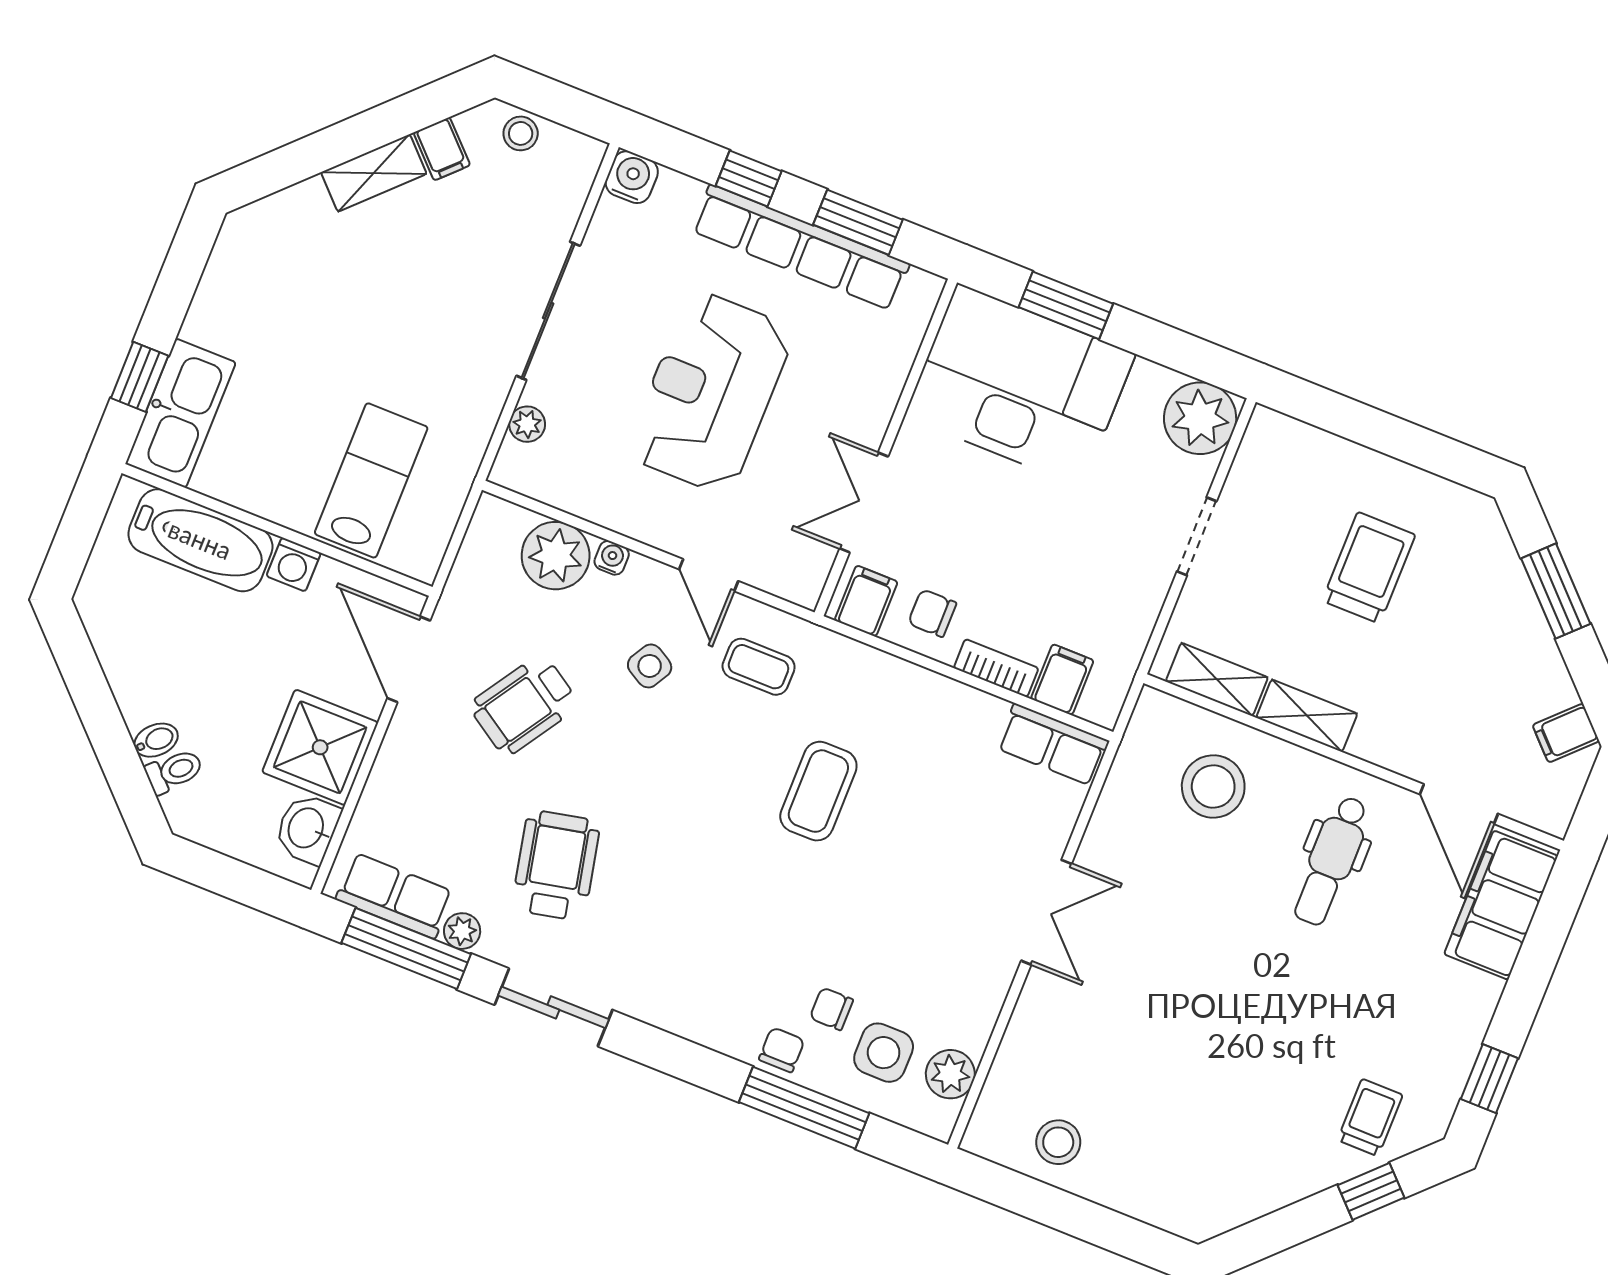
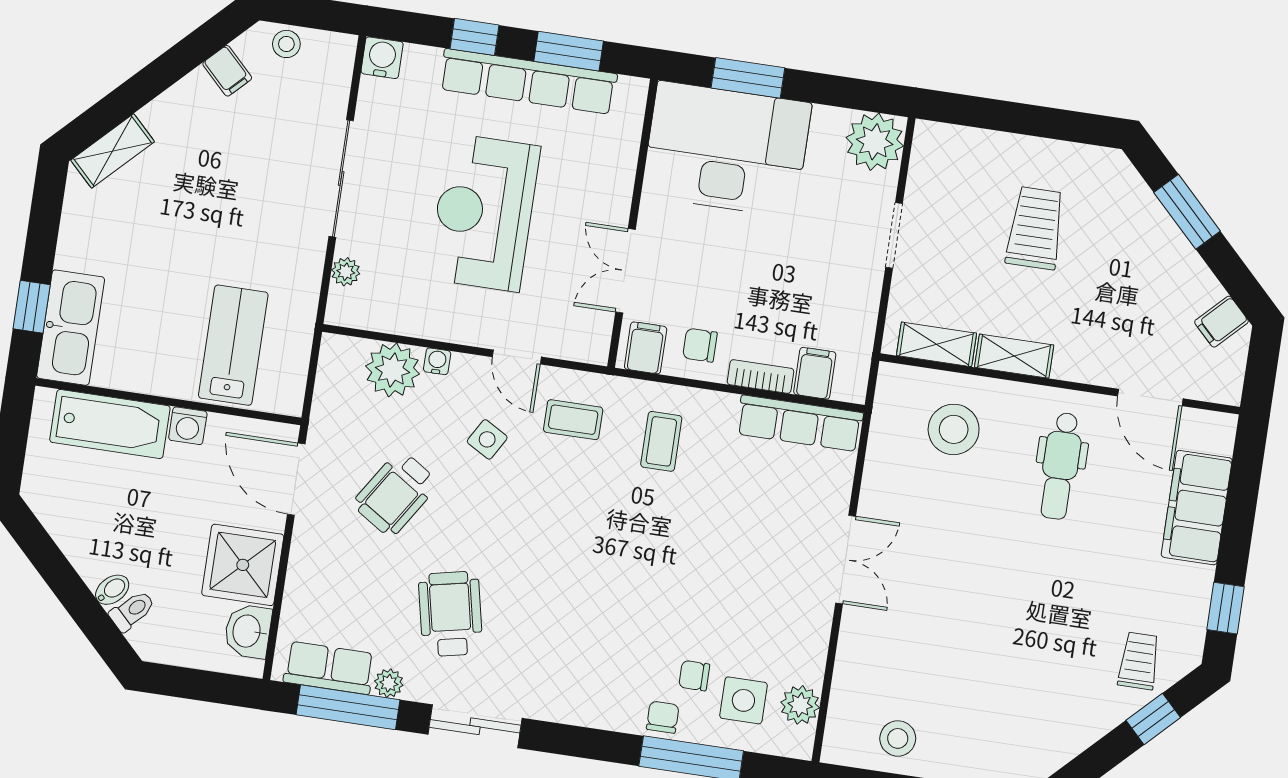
shelving: (374, 173) -> (113, 151), moved
row of seats: (1053, 745) -> (800, 423), width x1.48
coffee table: (818, 791) -> (661, 441), moved, width x0.73, depth x0.77
filing cabinet: (1501, 905) -> (1197, 508), moved

